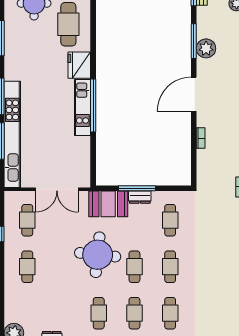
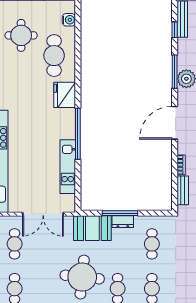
kitchen unit: (83, 108) -> (68, 167), moved
bench: (202, 165) -> (183, 190), added

